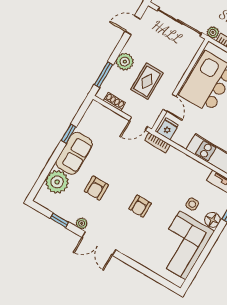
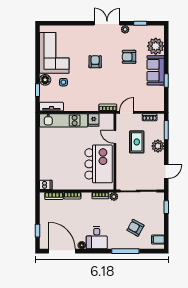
fridge: (168, 129) -> (94, 120), moved
armchair: (96, 188) -> (129, 57), turned -90

